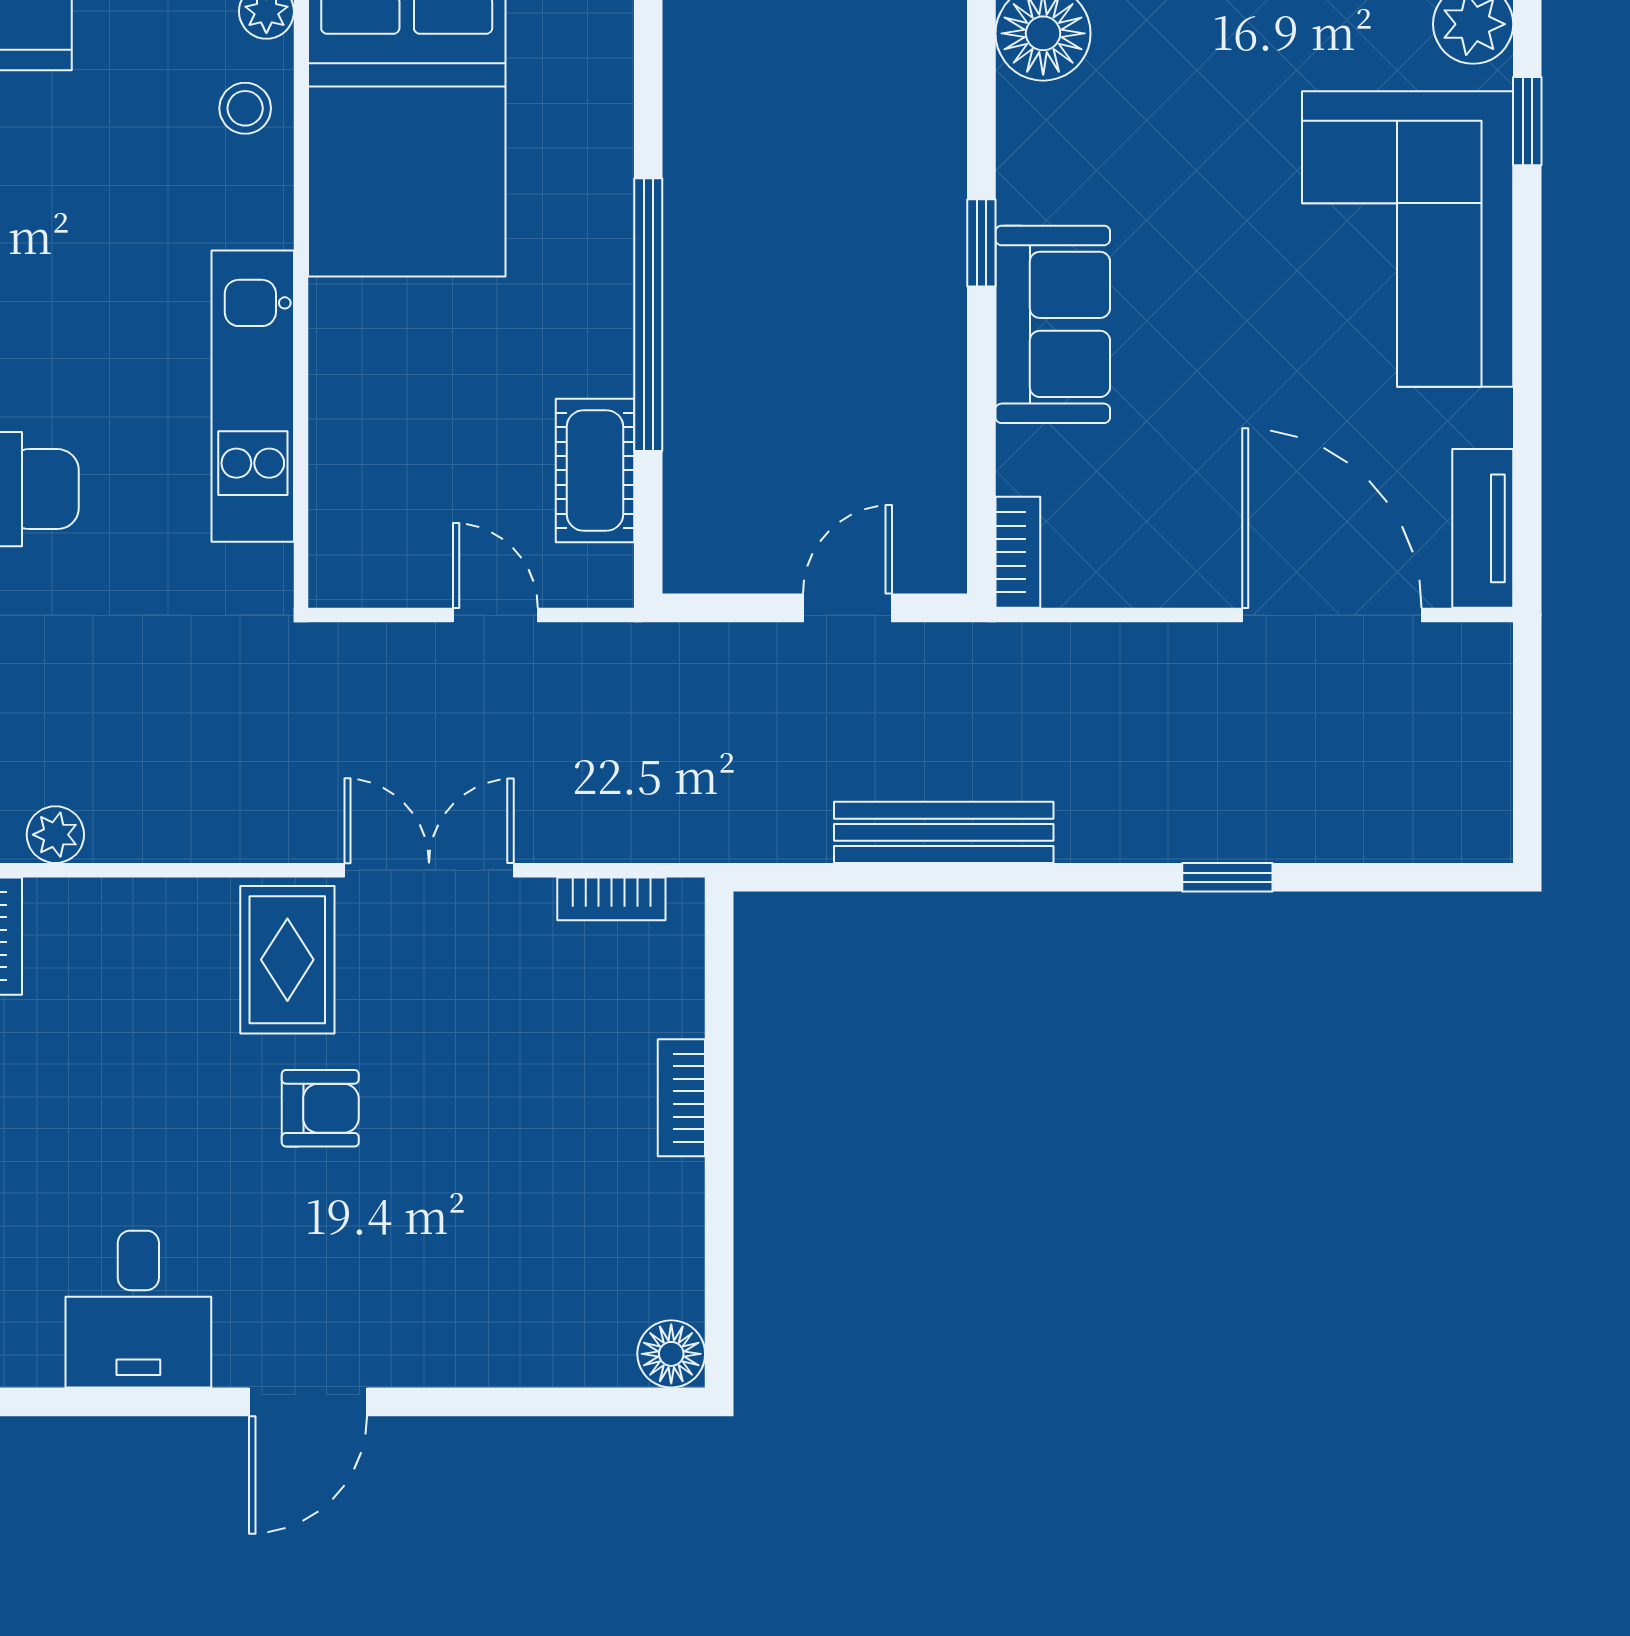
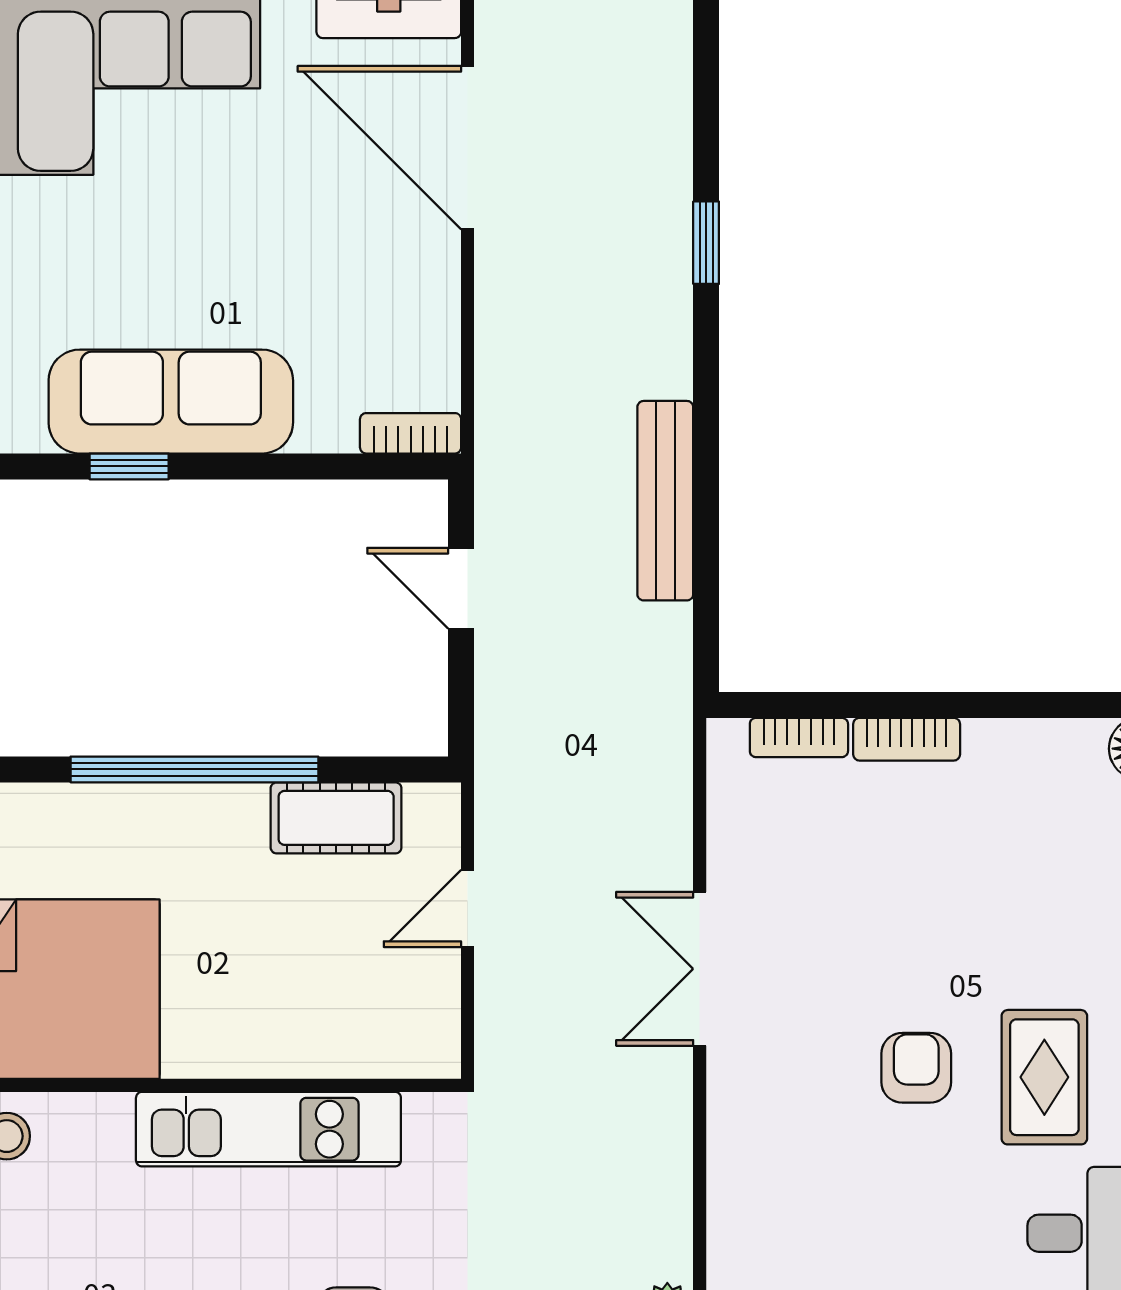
sofa: (1053, 324) -> (171, 402), width x1.36
door: (1332, 615) -> (468, 148), hinge flipped
bookcase: (611, 899) -> (799, 738), moved, turned 90
rug: (287, 960) -> (1044, 1077), moved, turned 90

